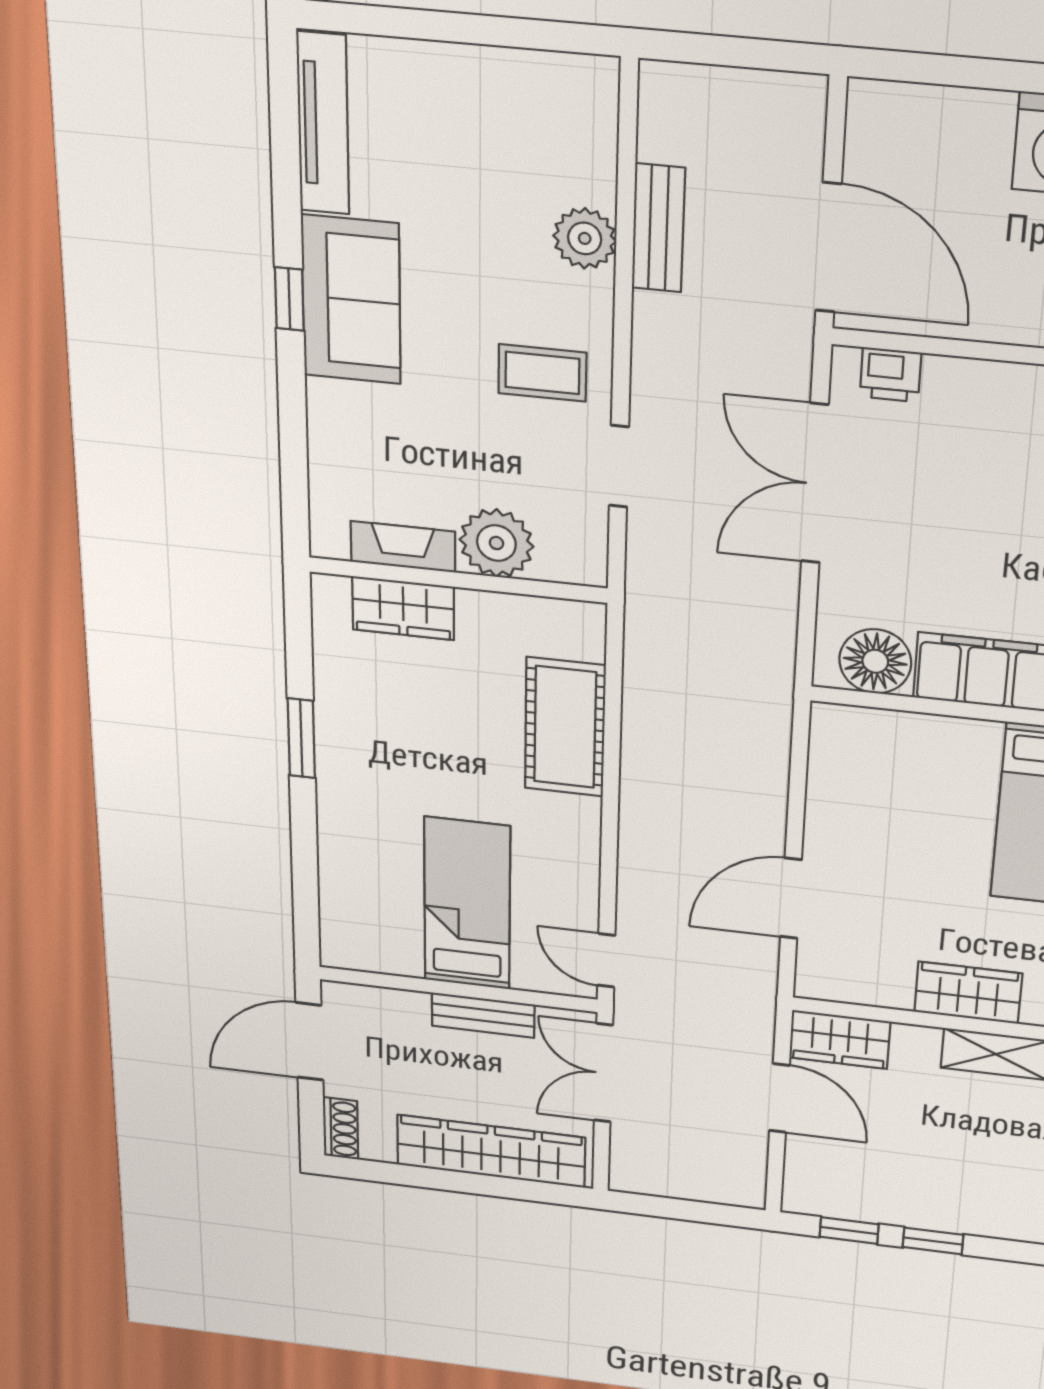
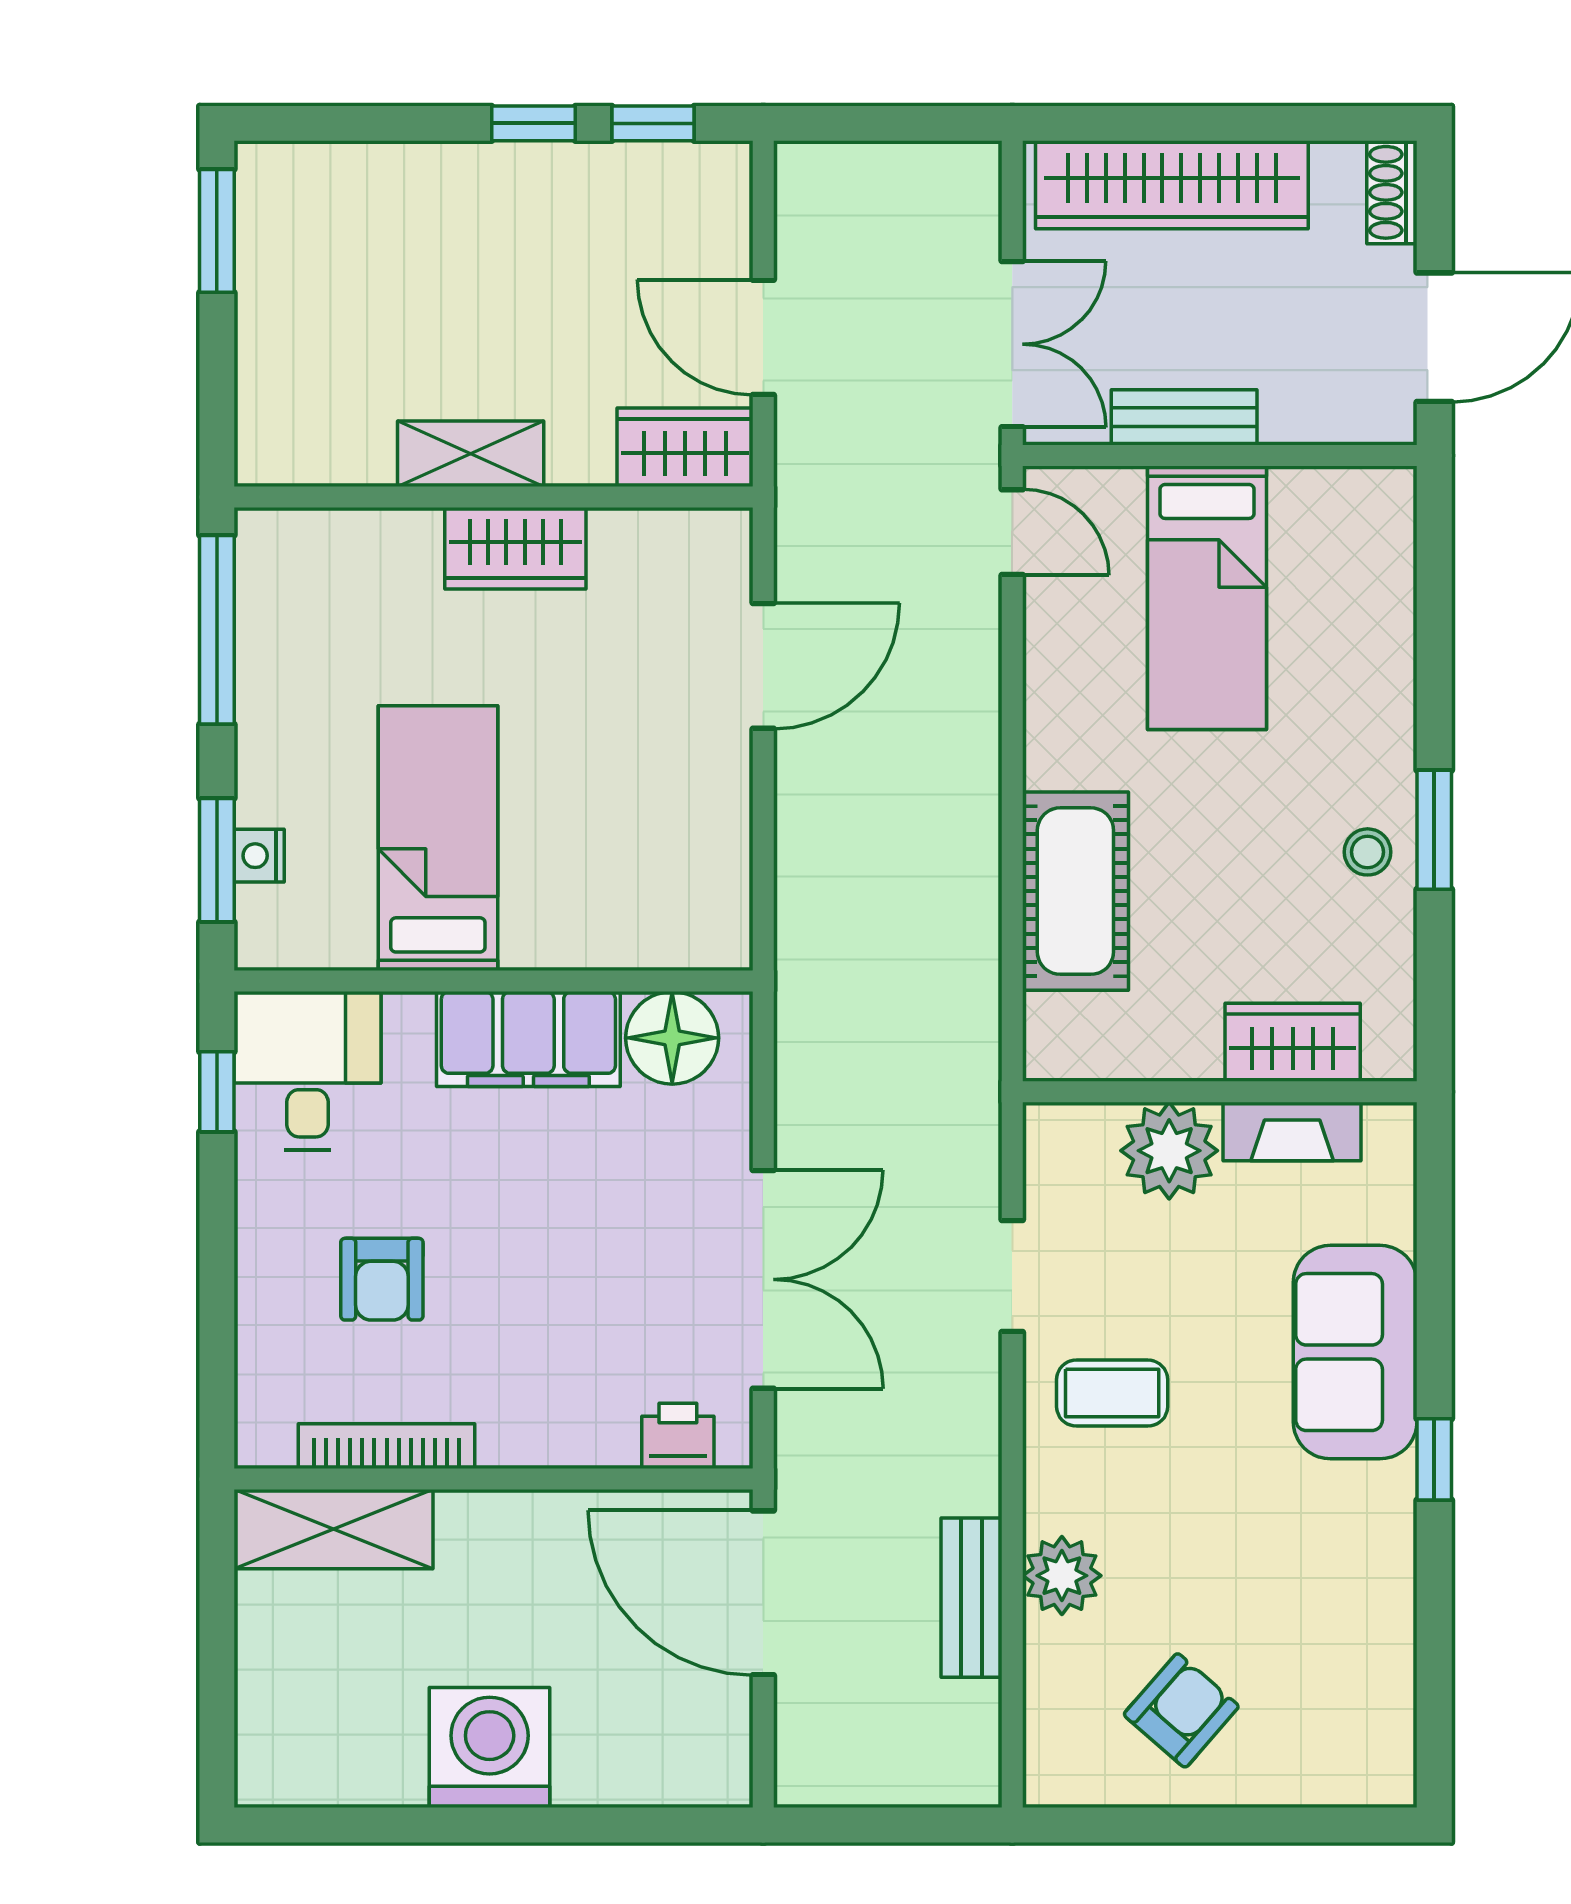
armchair: (489, 123) -> (1181, 1710), added
tv unit: (323, 124) -> (1386, 1691), removed
sofa: (351, 300) -> (1355, 1352), moved
stool: (350, 729) -> (1368, 852), added

